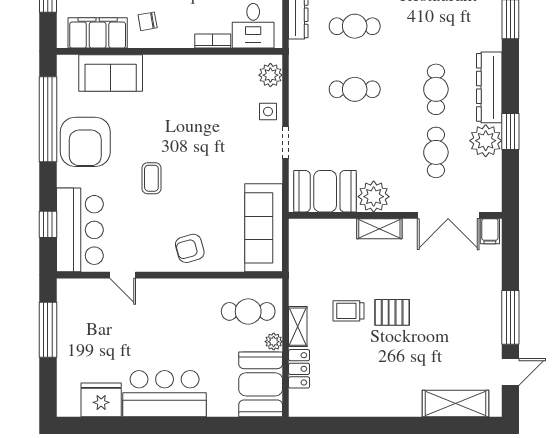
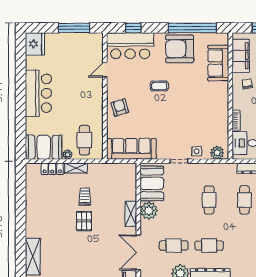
fridge: (101, 400) -> (35, 44), moved

